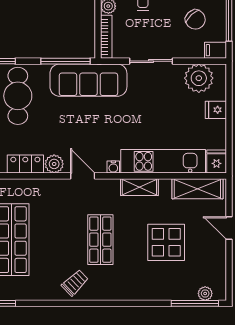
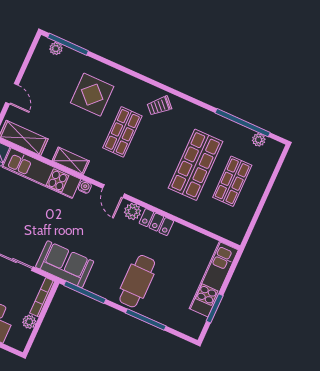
sofa: (88, 80) -> (65, 264), width x0.73
display table: (166, 242) -> (92, 95), moved

